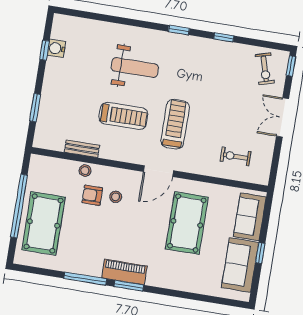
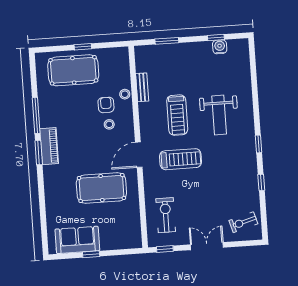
window: (291, 66) -> (165, 249), moved
exercise bike: (236, 156) -> (166, 215), width x1.38, depth x1.39
door: (159, 171) -> (139, 155), hinge flipped
window: (19, 206) -> (83, 47), width x0.32
sofa: (250, 217) -> (119, 239), removed

